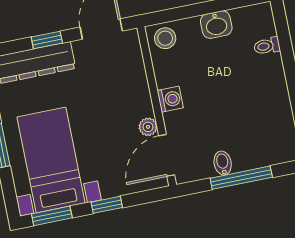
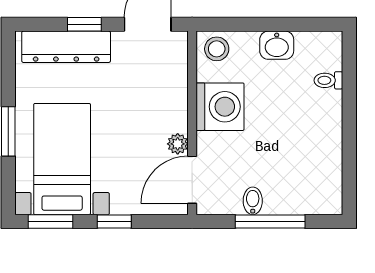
washing machine: (170, 99) -> (220, 107), width x1.89, depth x1.89

